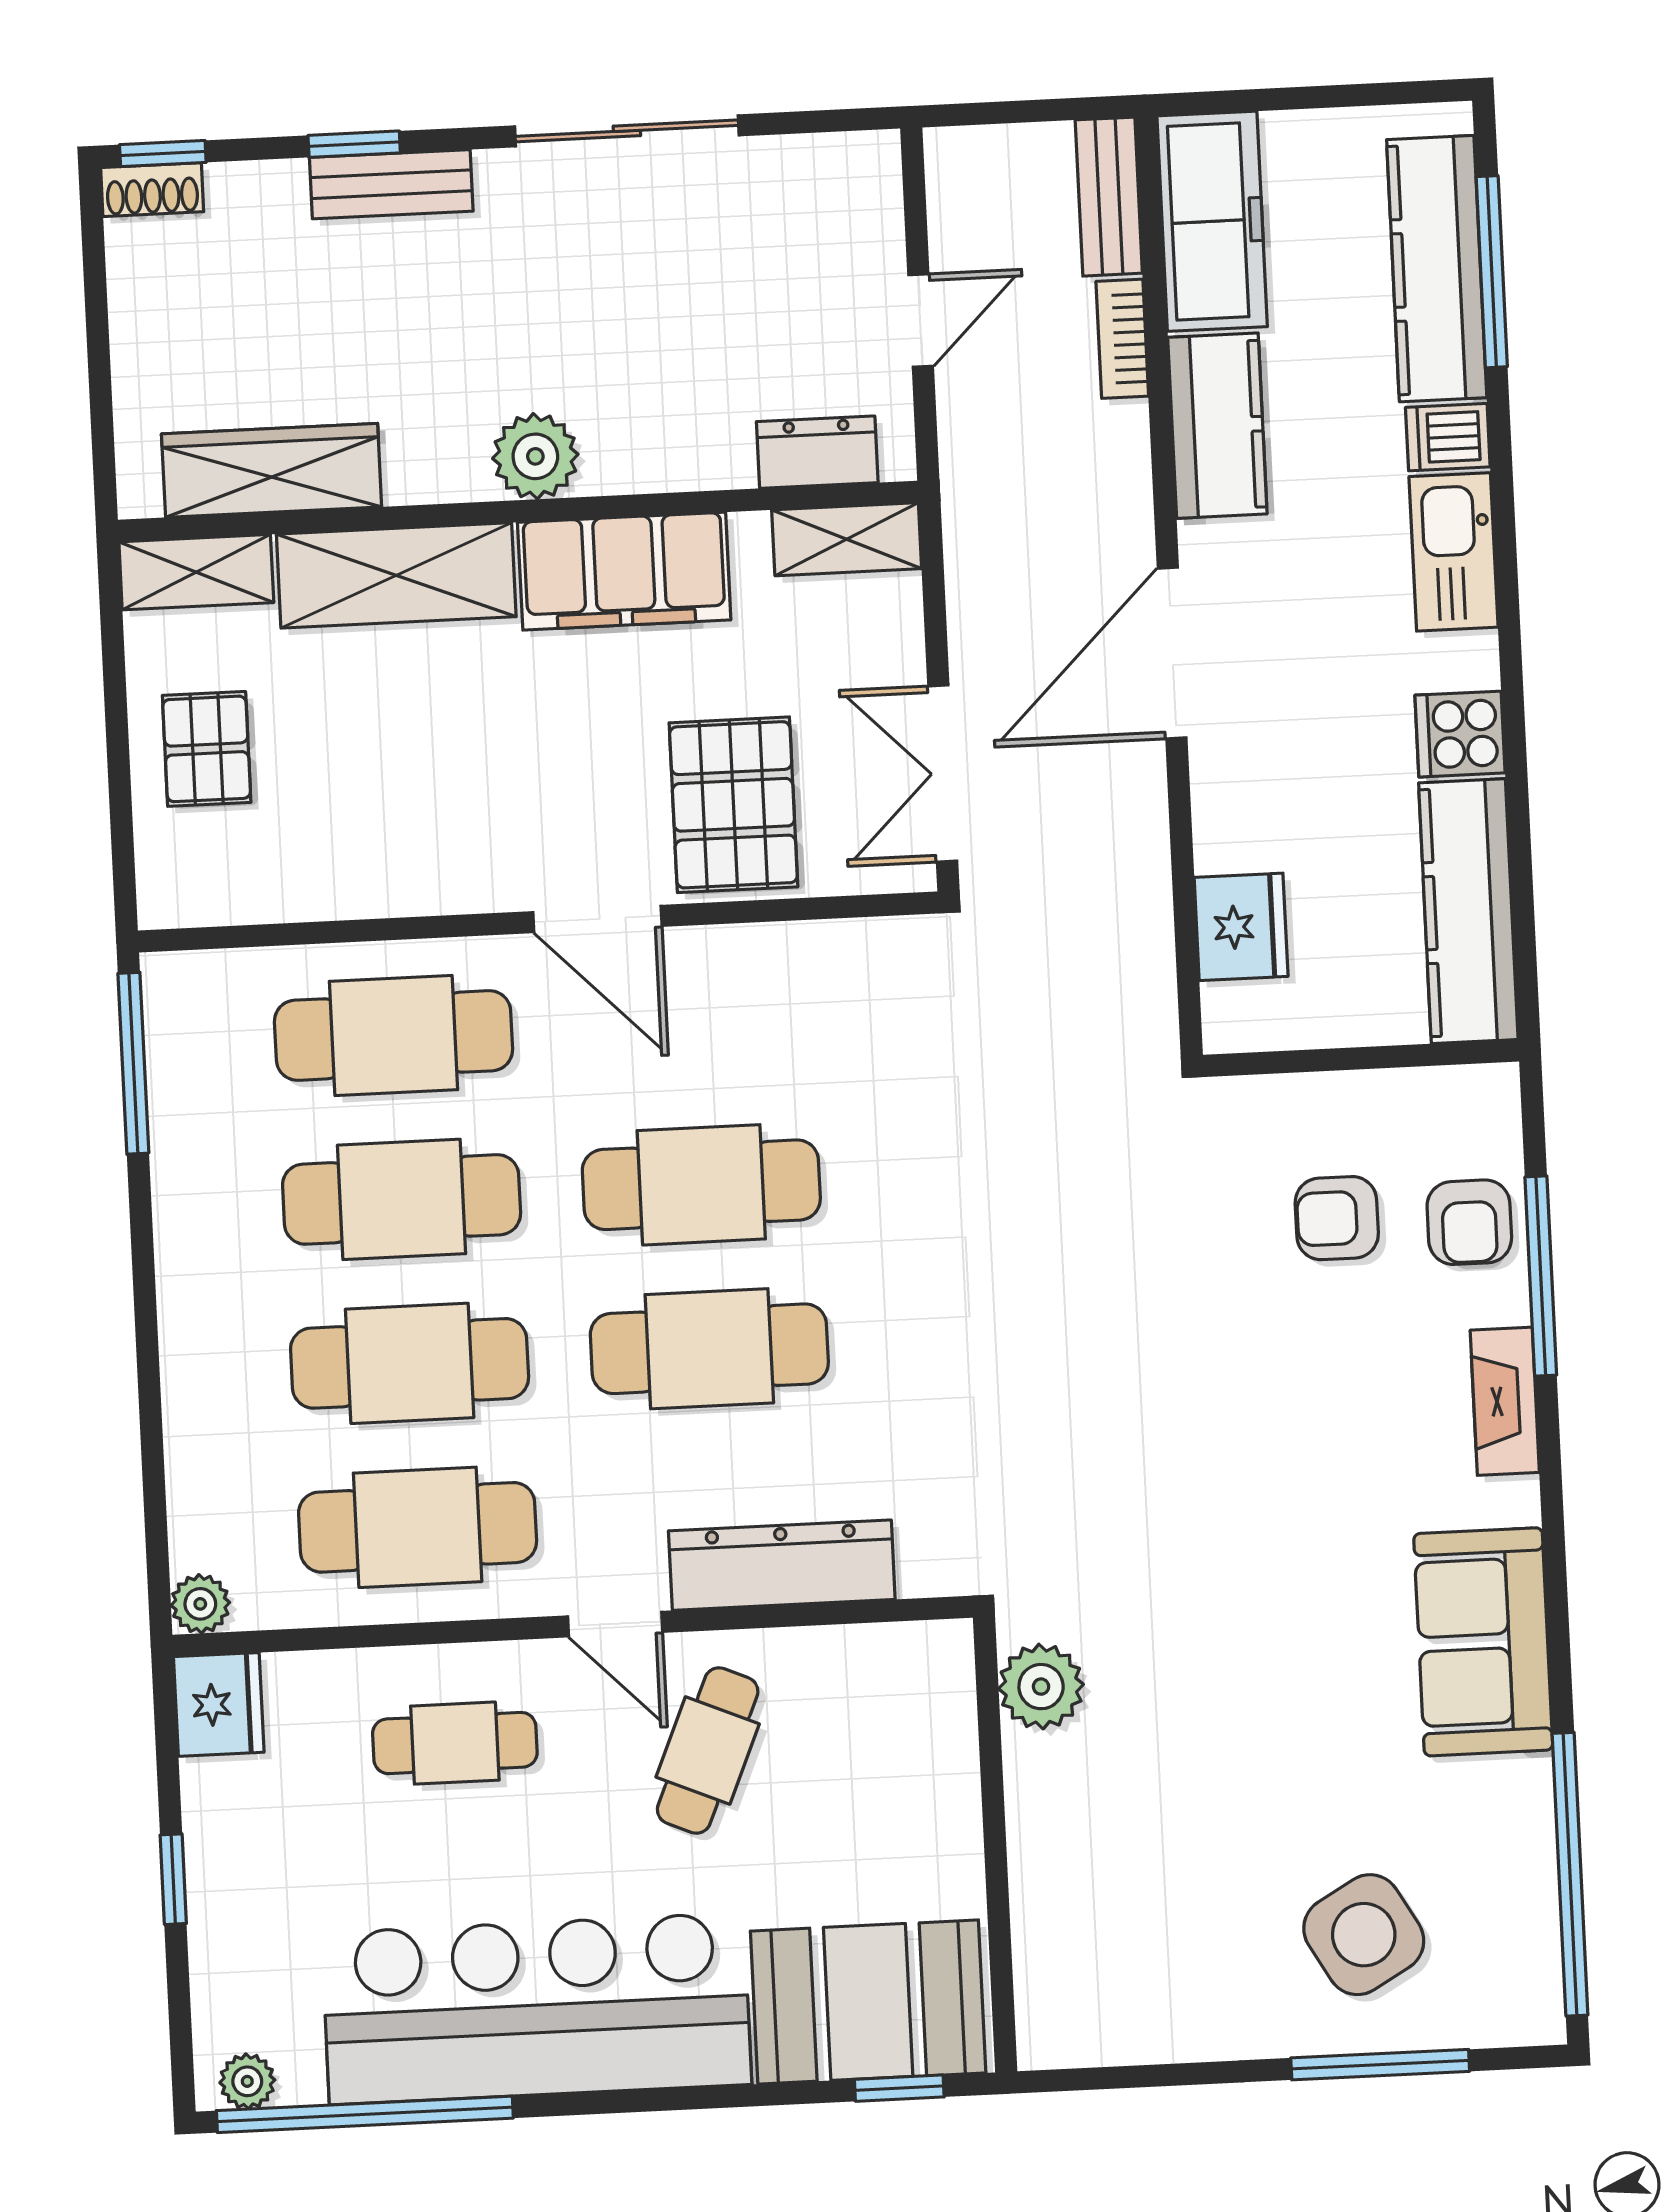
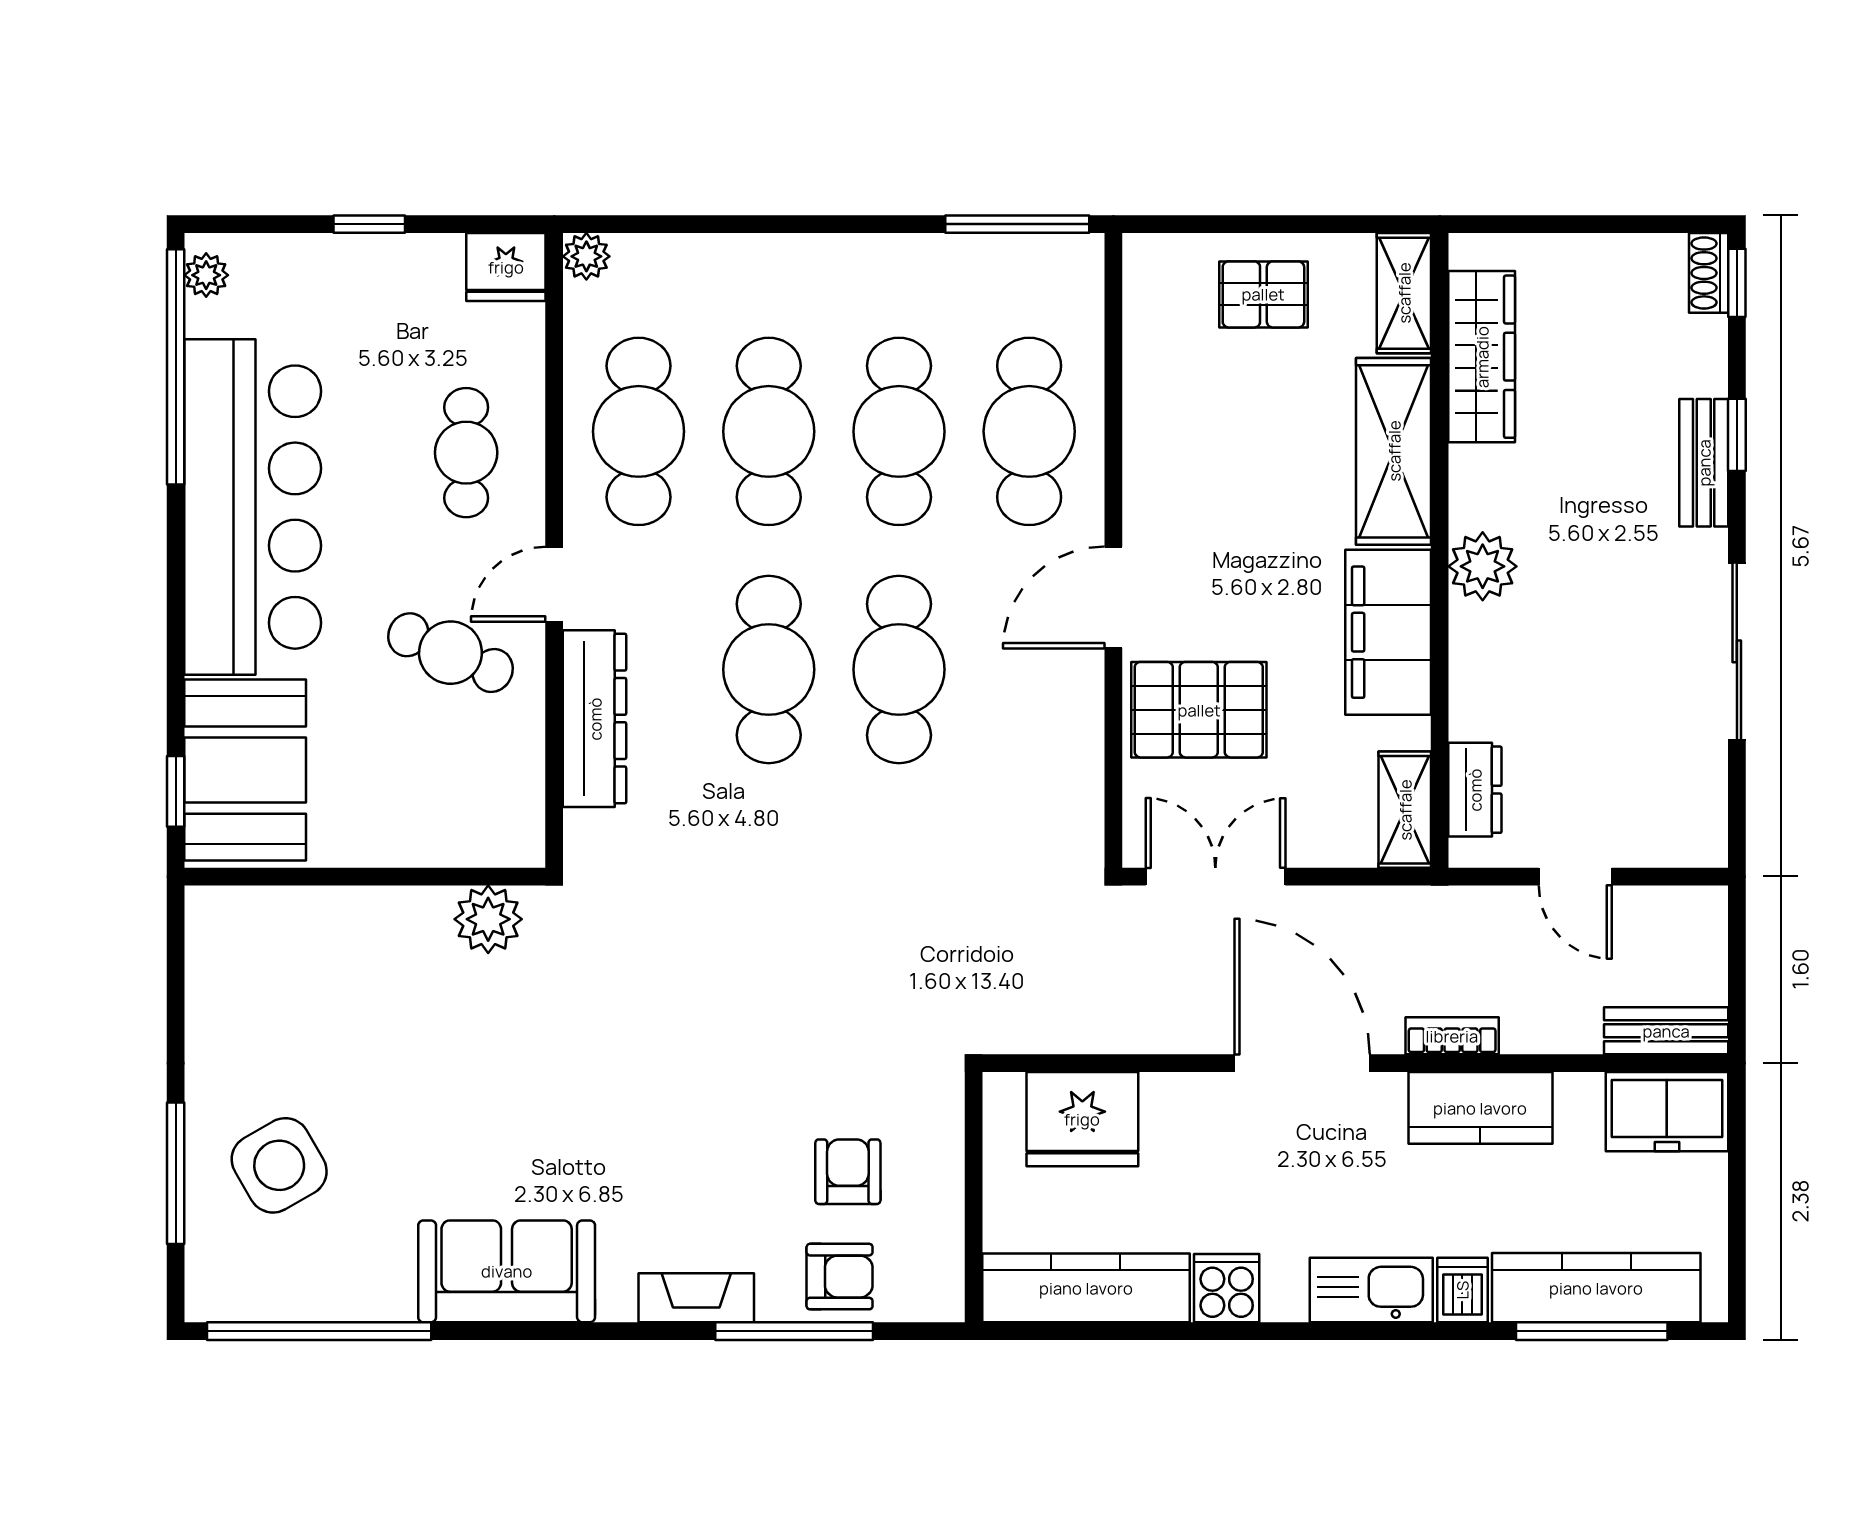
freezer: (1212, 221) -> (1667, 1112), width x0.71
bookcase: (1122, 339) -> (1452, 1036), moved
fridge: (1241, 927) -> (1082, 1119), width x1.36, depth x1.34
armchair: (1469, 1222) -> (840, 1277), turned 180

